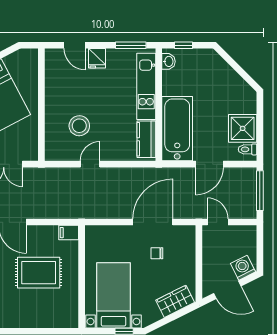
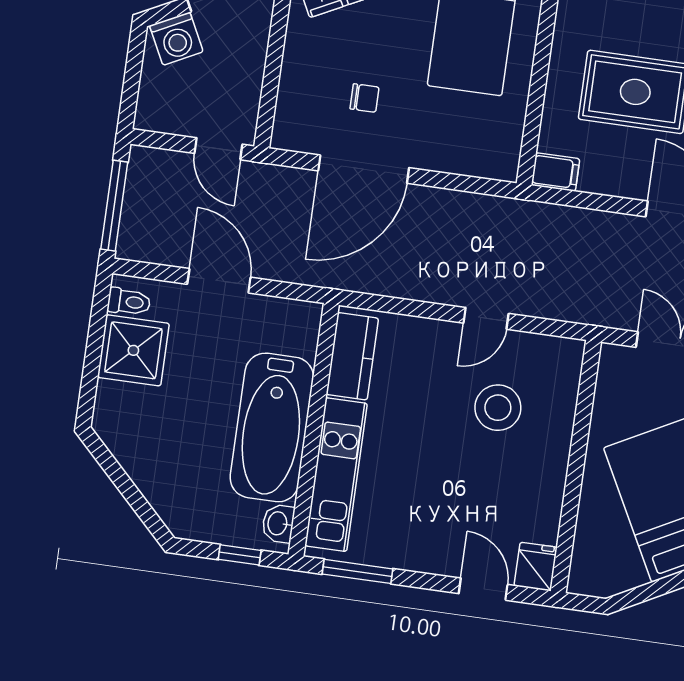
fridge: (97, 58) -> (536, 567), moved
bathtub: (177, 129) -> (272, 427), moved
door: (209, 164) -> (219, 281), hinge flipped

